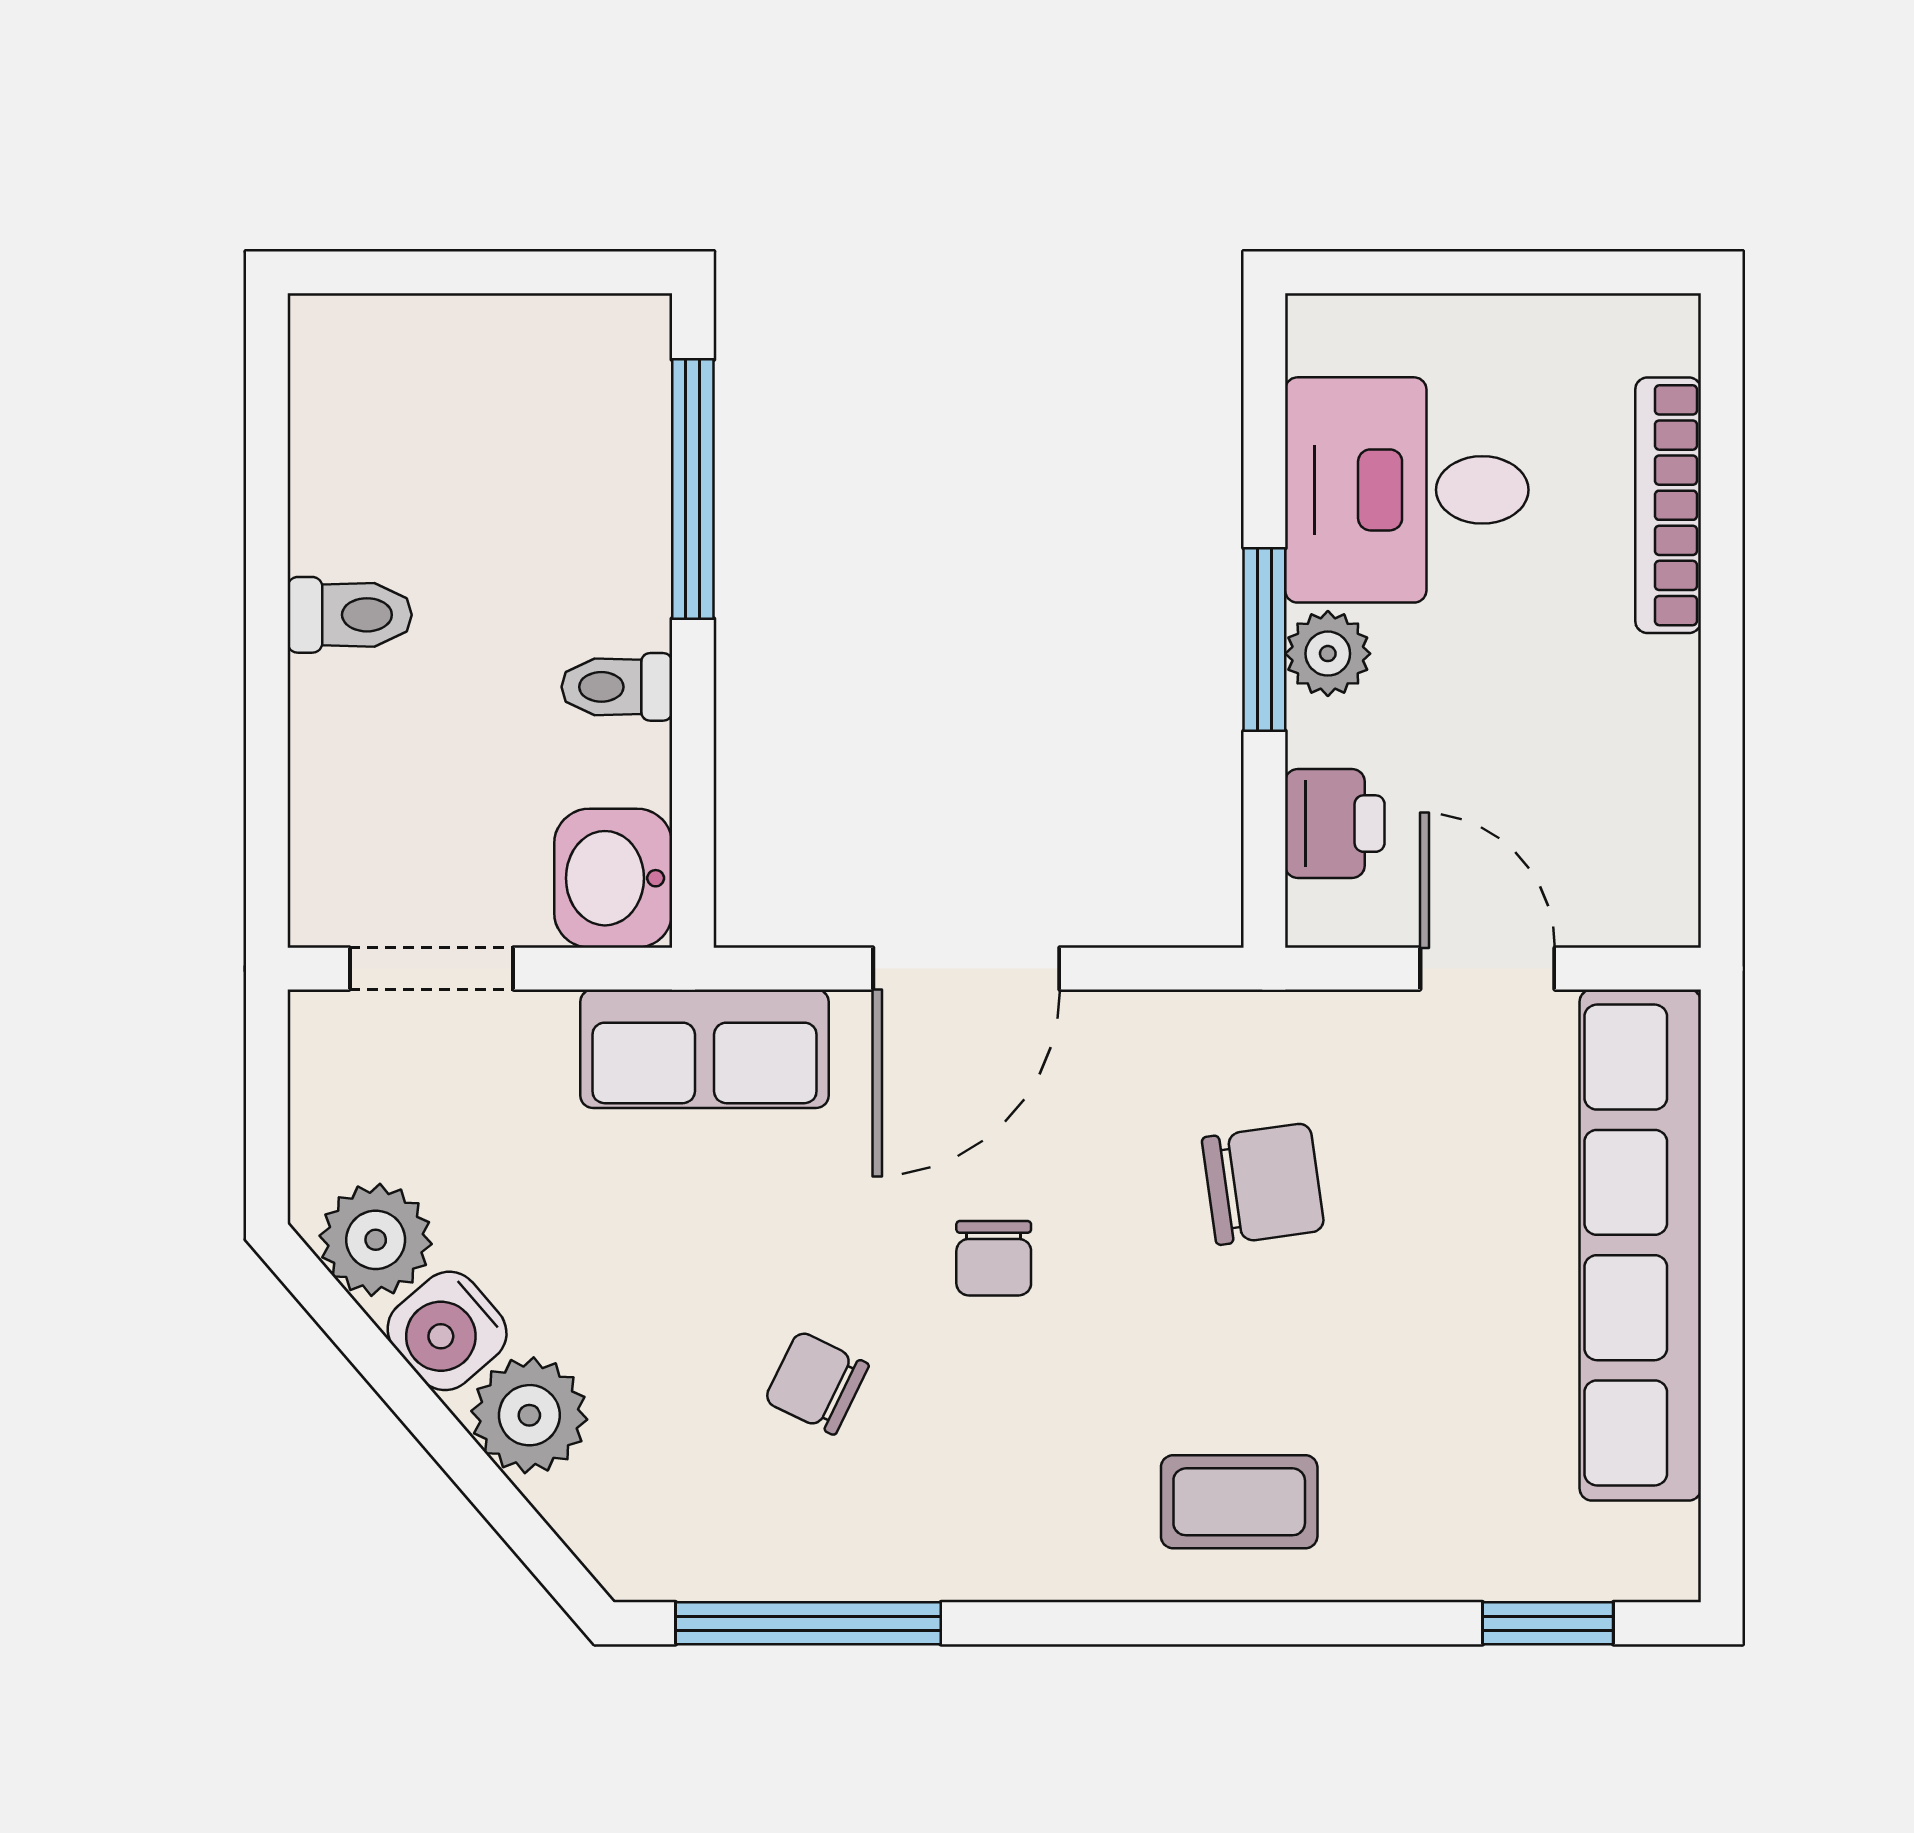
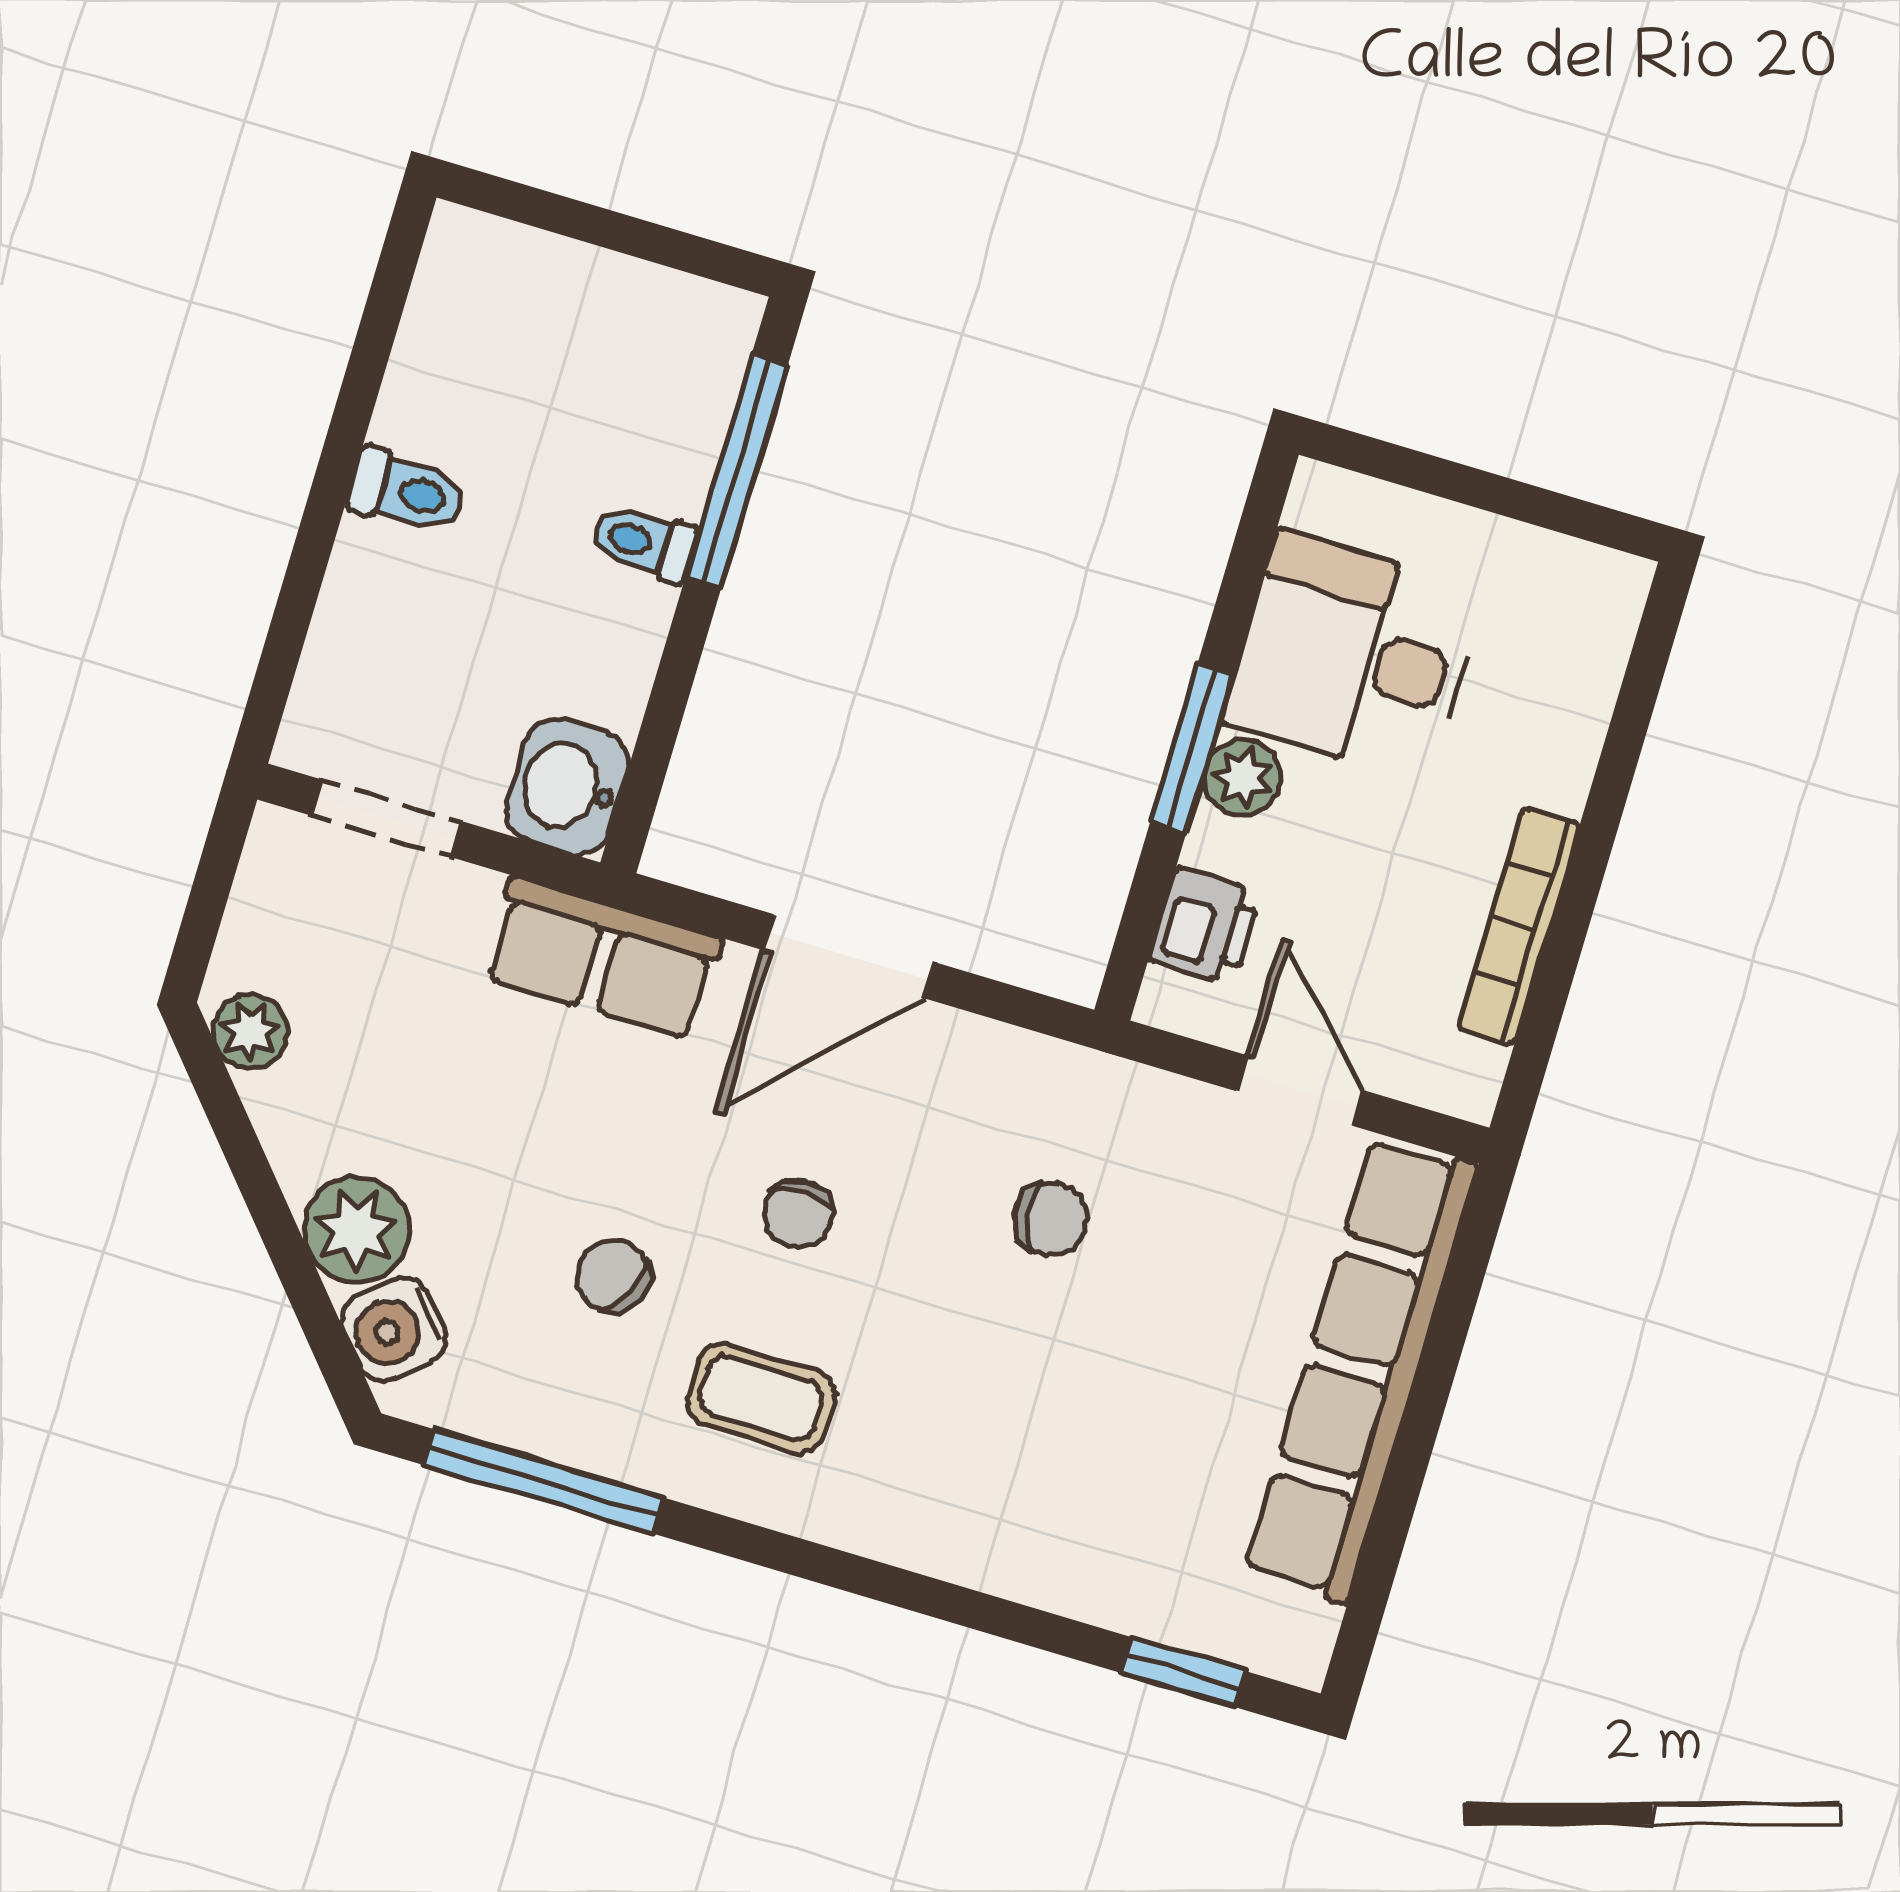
bookcase: (1668, 505) -> (1519, 926), moved
toilet: (617, 687) -> (644, 543), moved
chair: (1263, 1184) -> (1050, 1219), width x0.73, depth x0.73
plant: (376, 1240) -> (250, 1032), width x0.73, depth x0.73
water cooler: (447, 1331) -> (394, 1329), moved
coffee table: (1239, 1502) -> (761, 1398), moved

